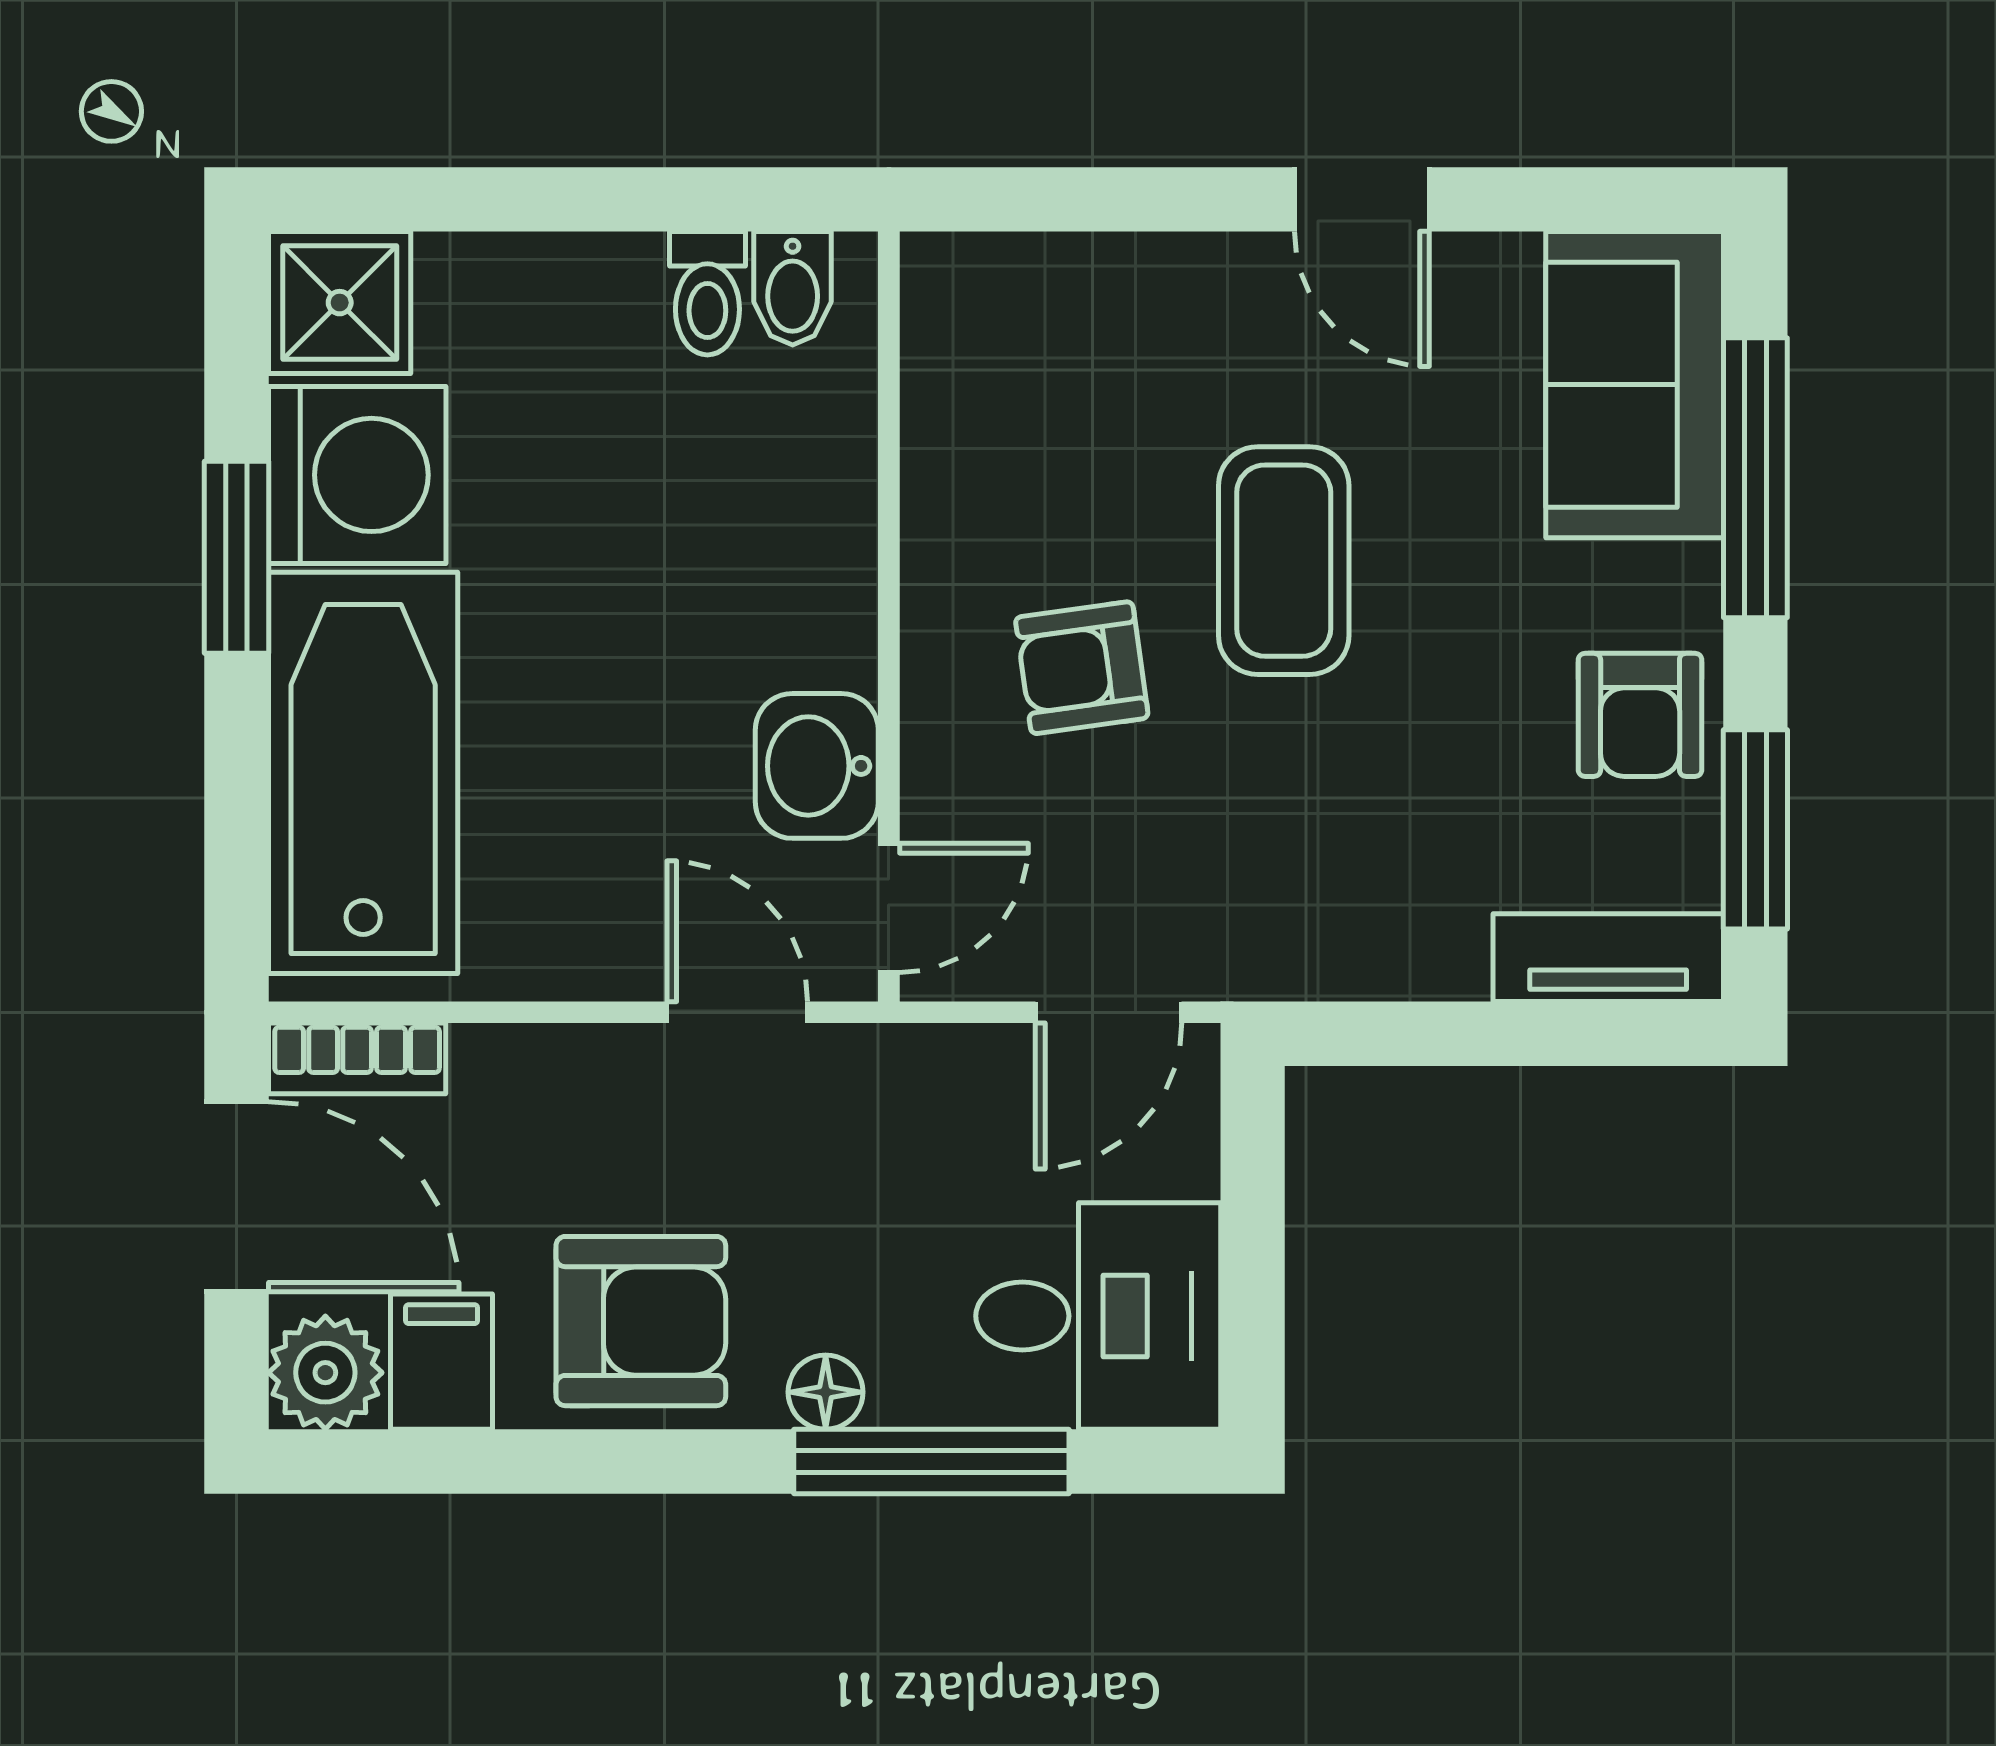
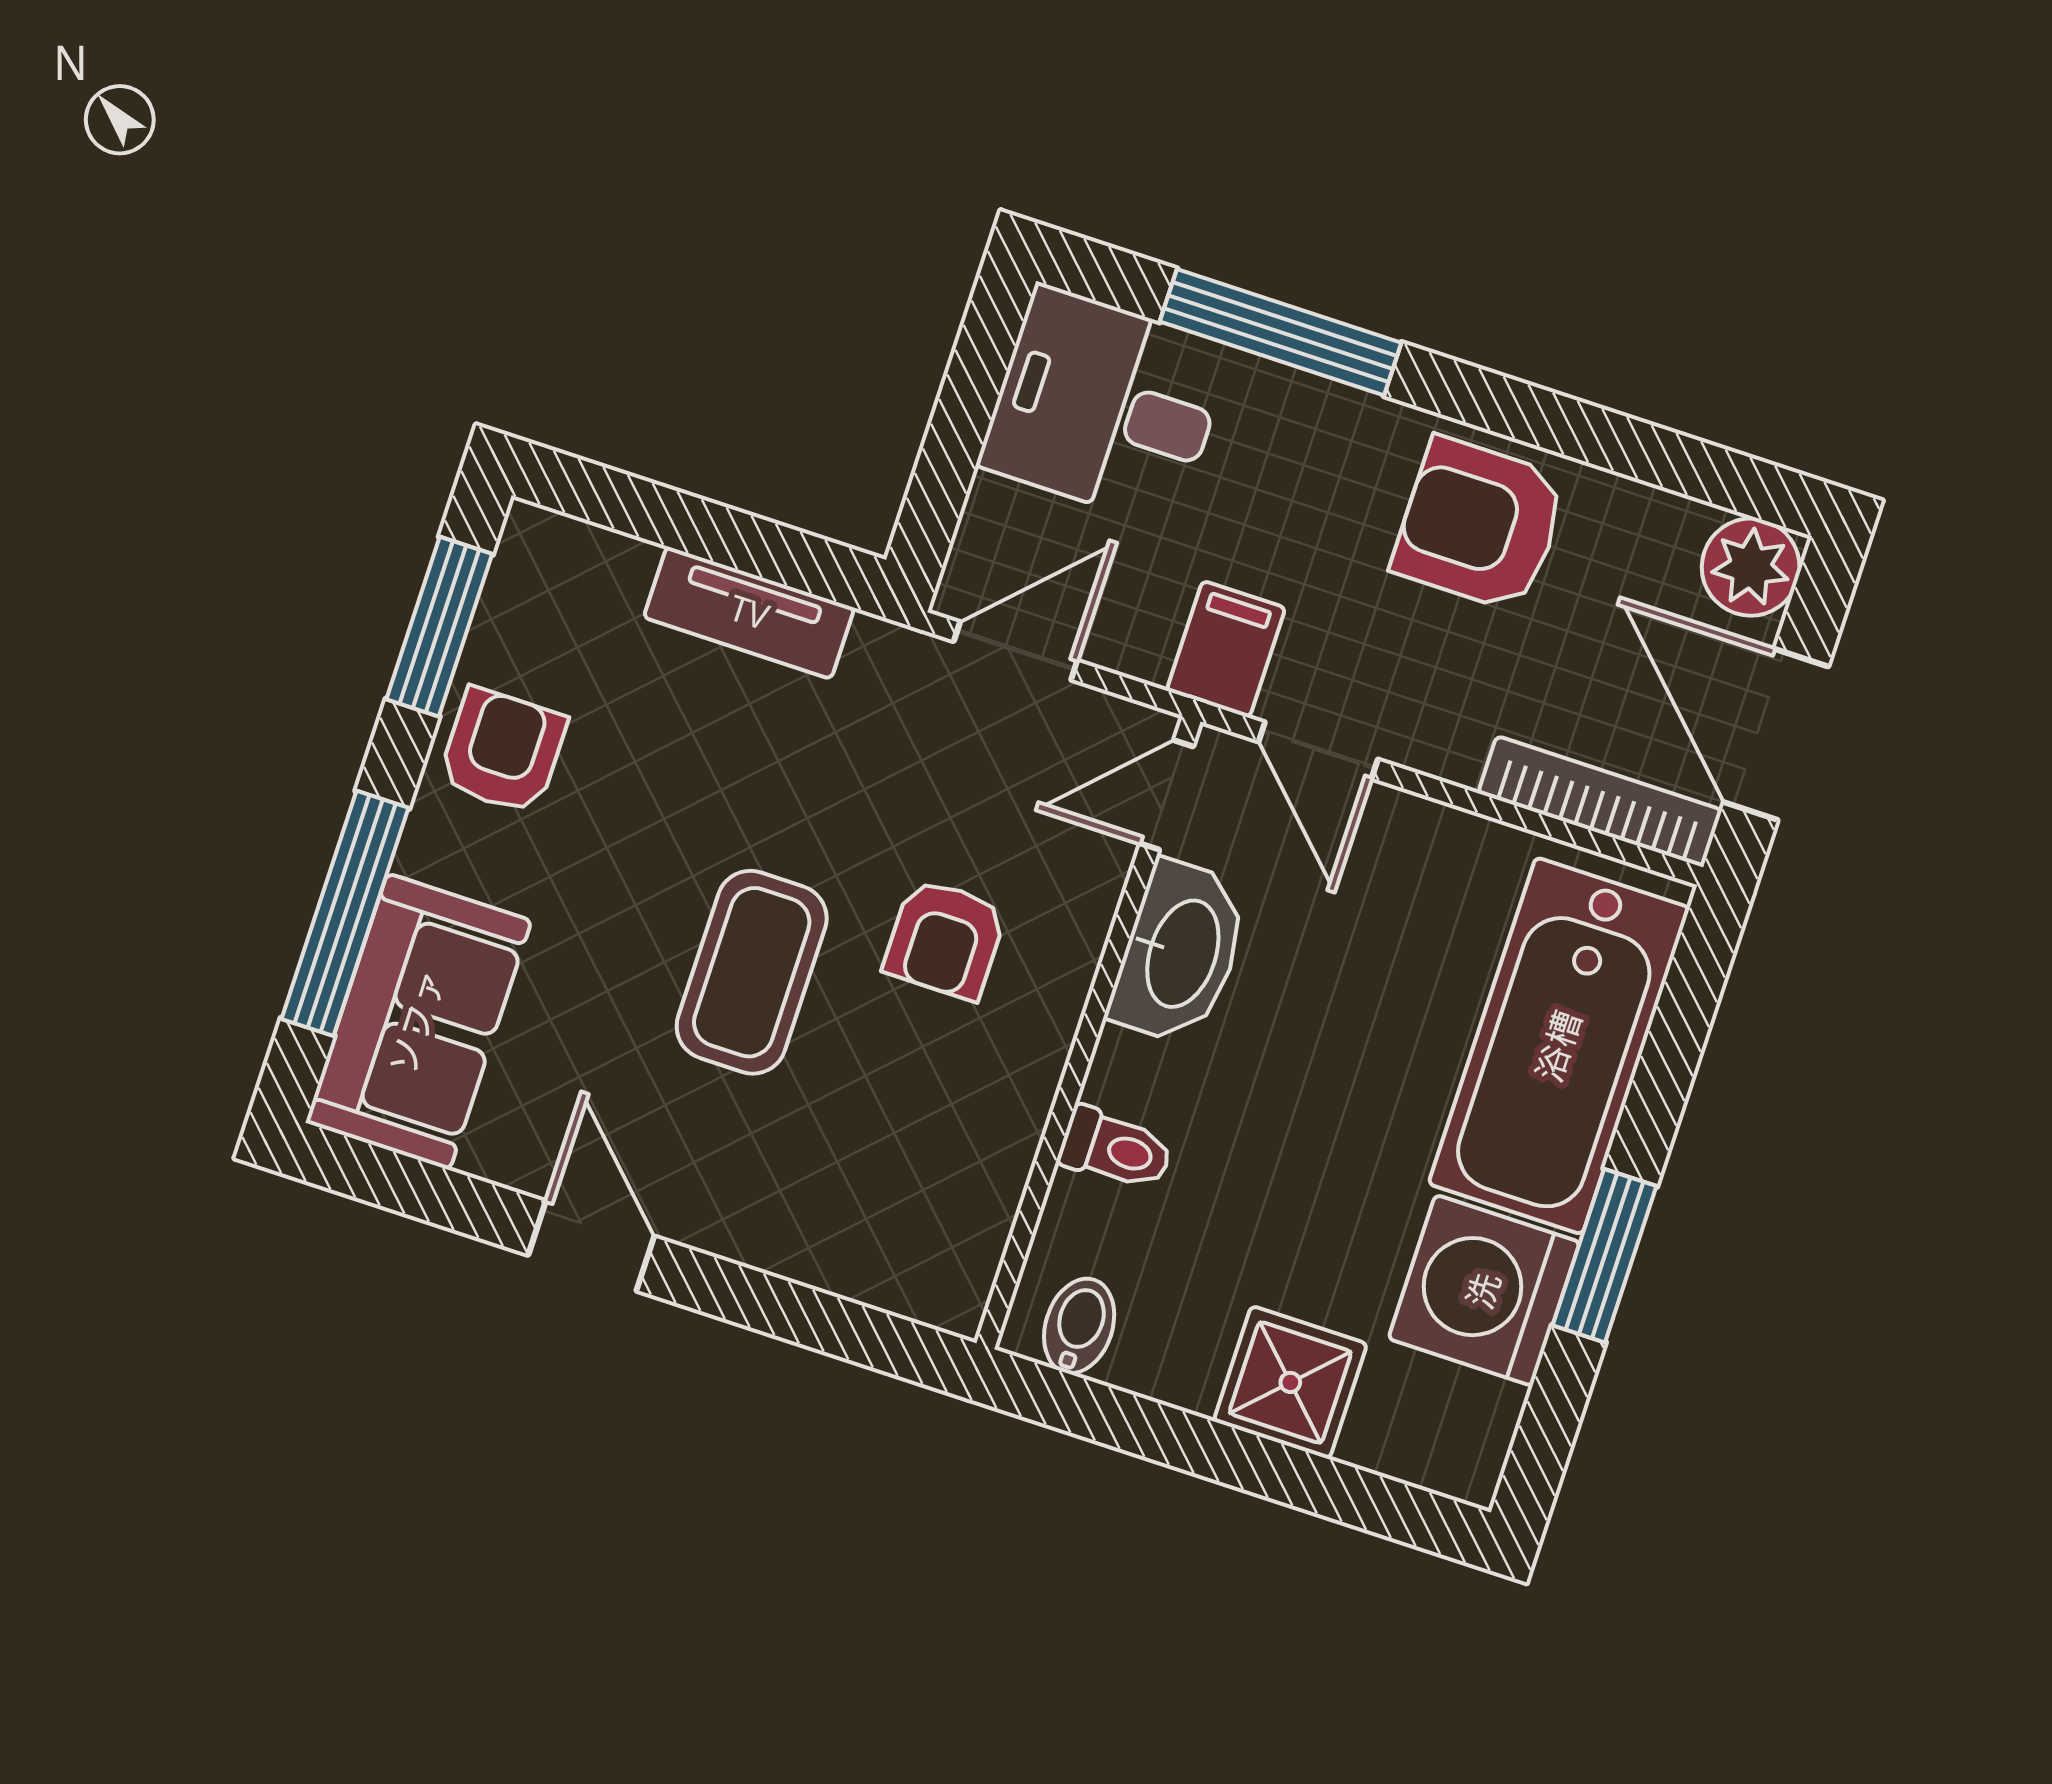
toilet: (707, 293) -> (1116, 1149), moved, turned 90
shower: (340, 303) -> (1290, 1382), moved
armchair: (1082, 668) -> (945, 939), turned 98
washbasin: (817, 766) -> (1180, 953), width x1.38
tv unit: (1608, 958) -> (749, 613), moved
bookcase: (357, 1058) -> (1600, 801), width x1.56
filing cabinet: (442, 1362) -> (1226, 649), moved, turned 180
floor lamp: (826, 1392) -> (1348, 417), removed

